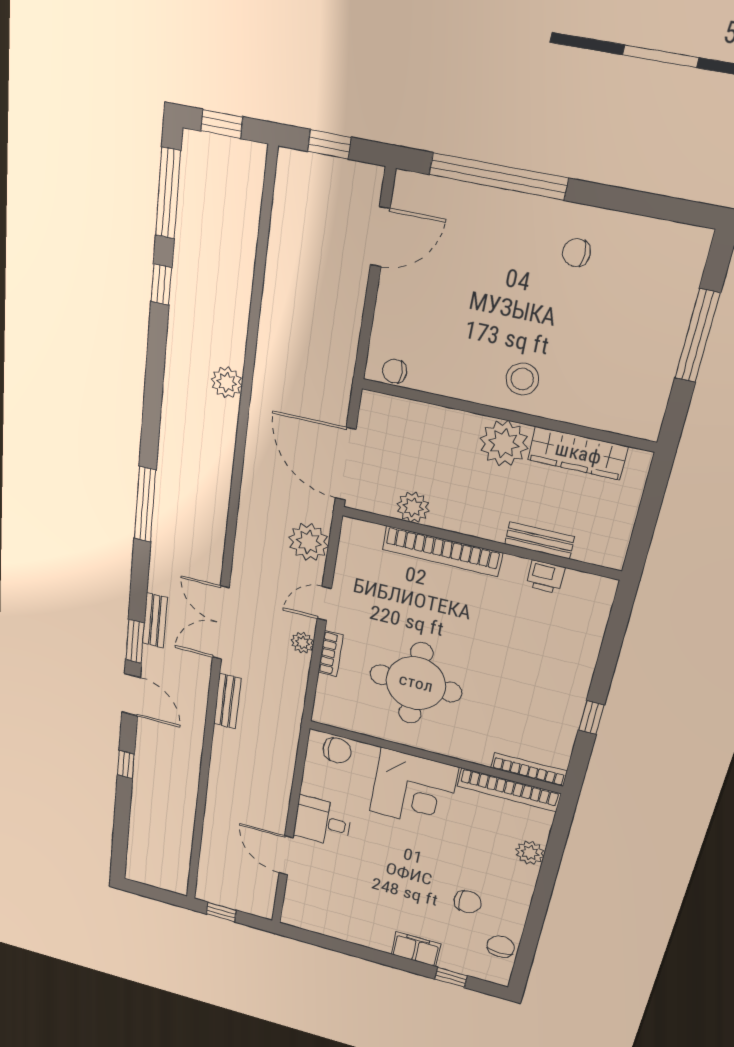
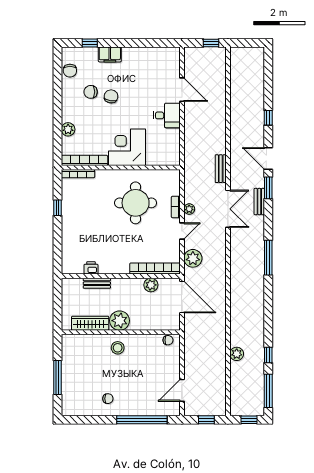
plant: (227, 383) -> (237, 354), moved
bookcase: (442, 551) -> (155, 269), moved
chair: (337, 750) -> (111, 96), moved, turned 100

